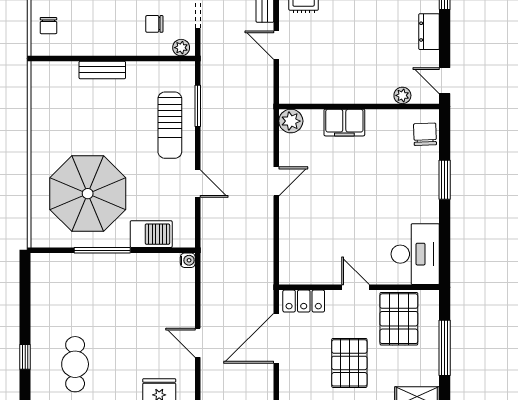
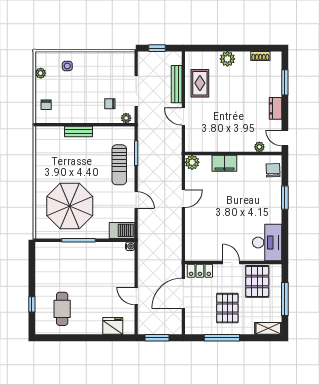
barbecue: (151, 234) -> (122, 230), moved

